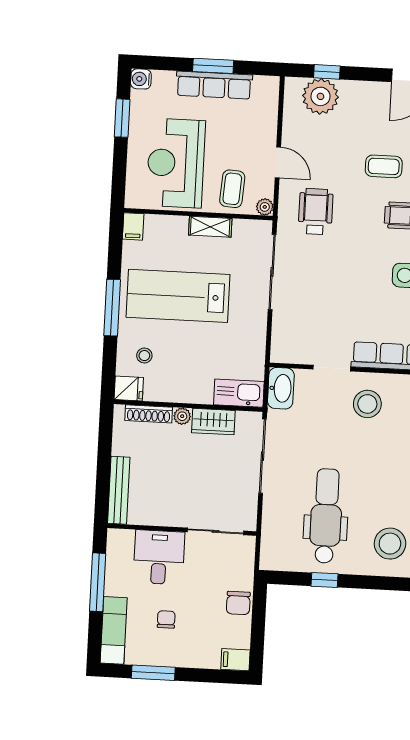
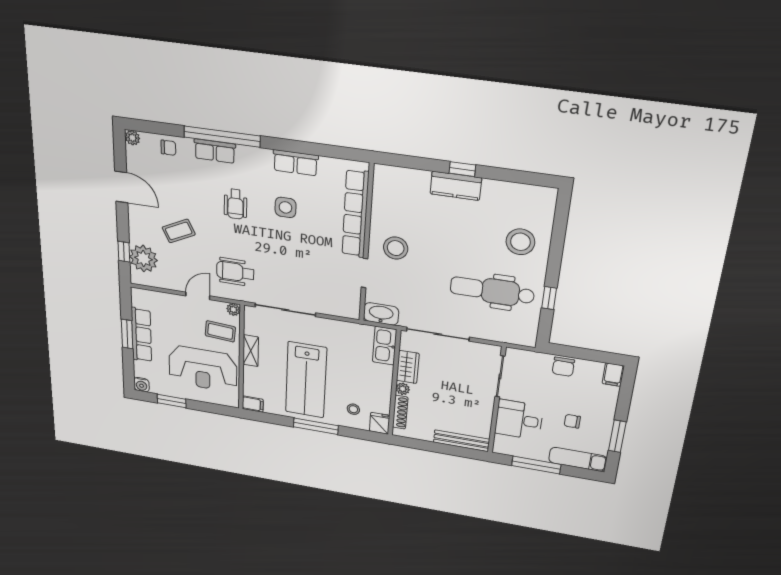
coffee table: (384, 166) -> (179, 231), moved, turned 64
chair: (238, 603) -> (563, 367), turned 90

